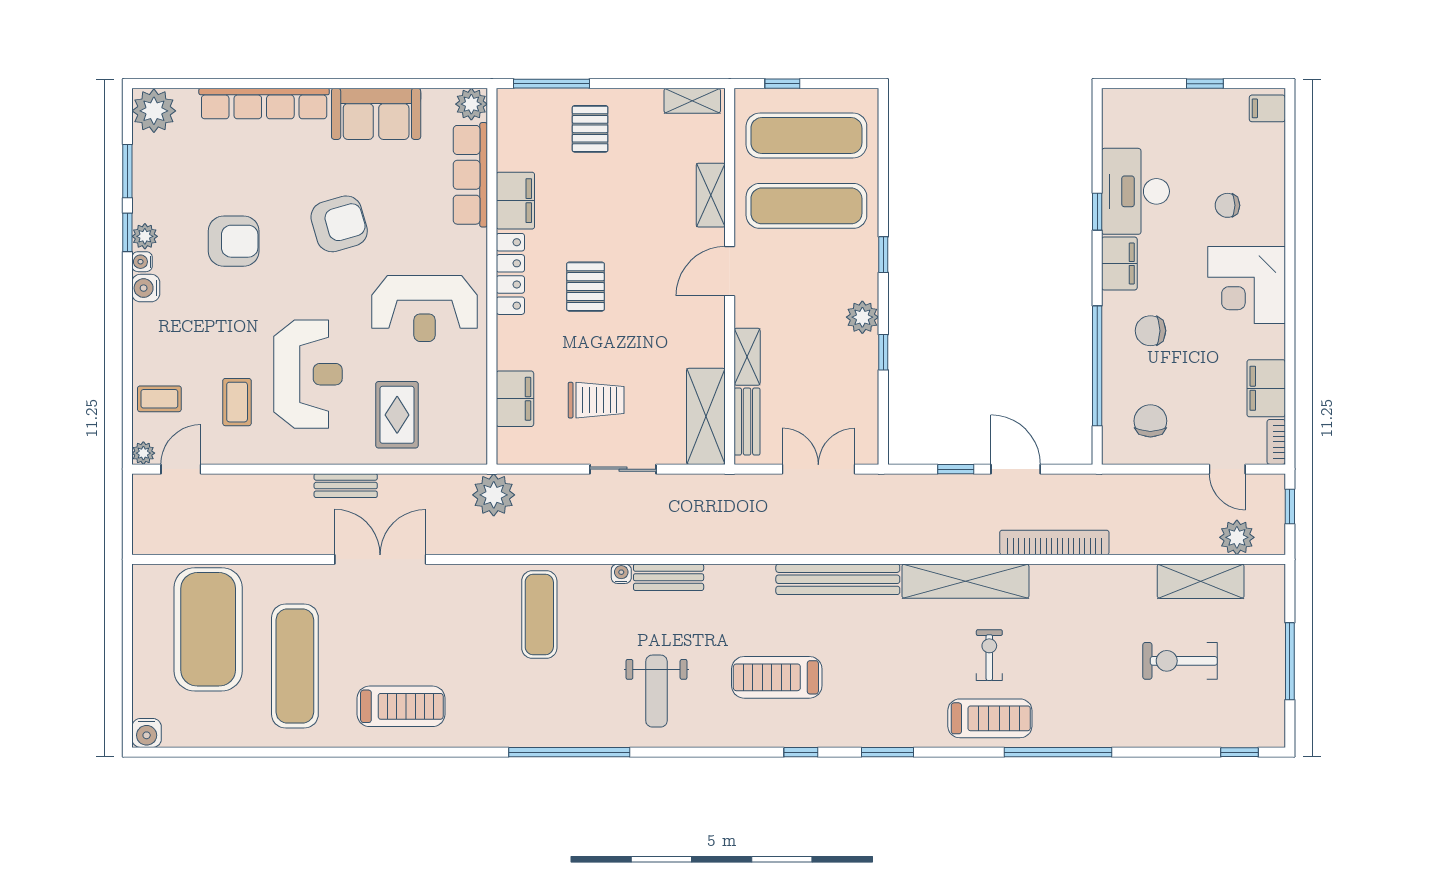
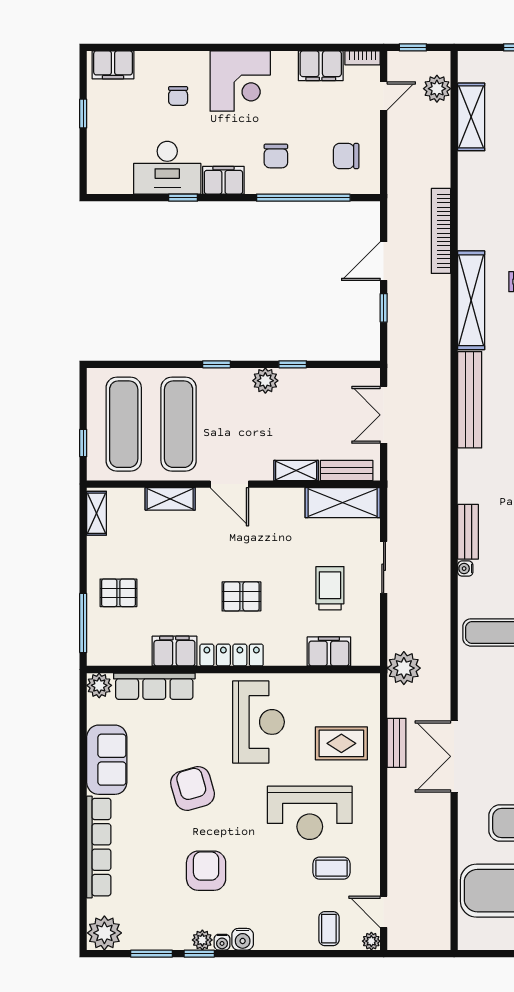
filing cabinet: (1267, 108) -> (113, 65), width x2.00
reception desk: (308, 374) -> (310, 813), turned 180
bench: (346, 486) -> (397, 743), moved

